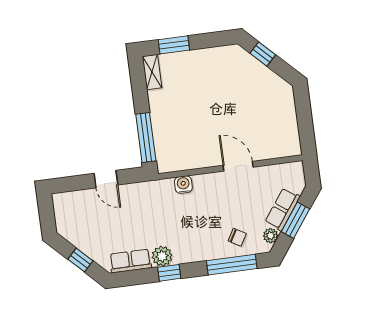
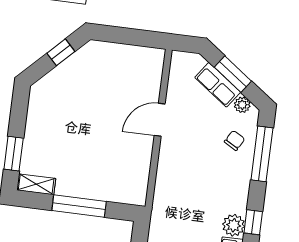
window: (263, 54) -> (61, 52), moved
window: (146, 137) -> (79, 206), moved
water cooler: (183, 185) -> (164, 183), removed

